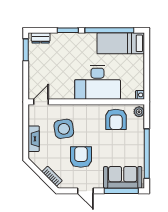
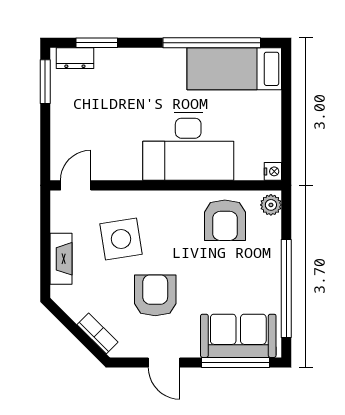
window: (68, 30) -> (97, 43), moved

